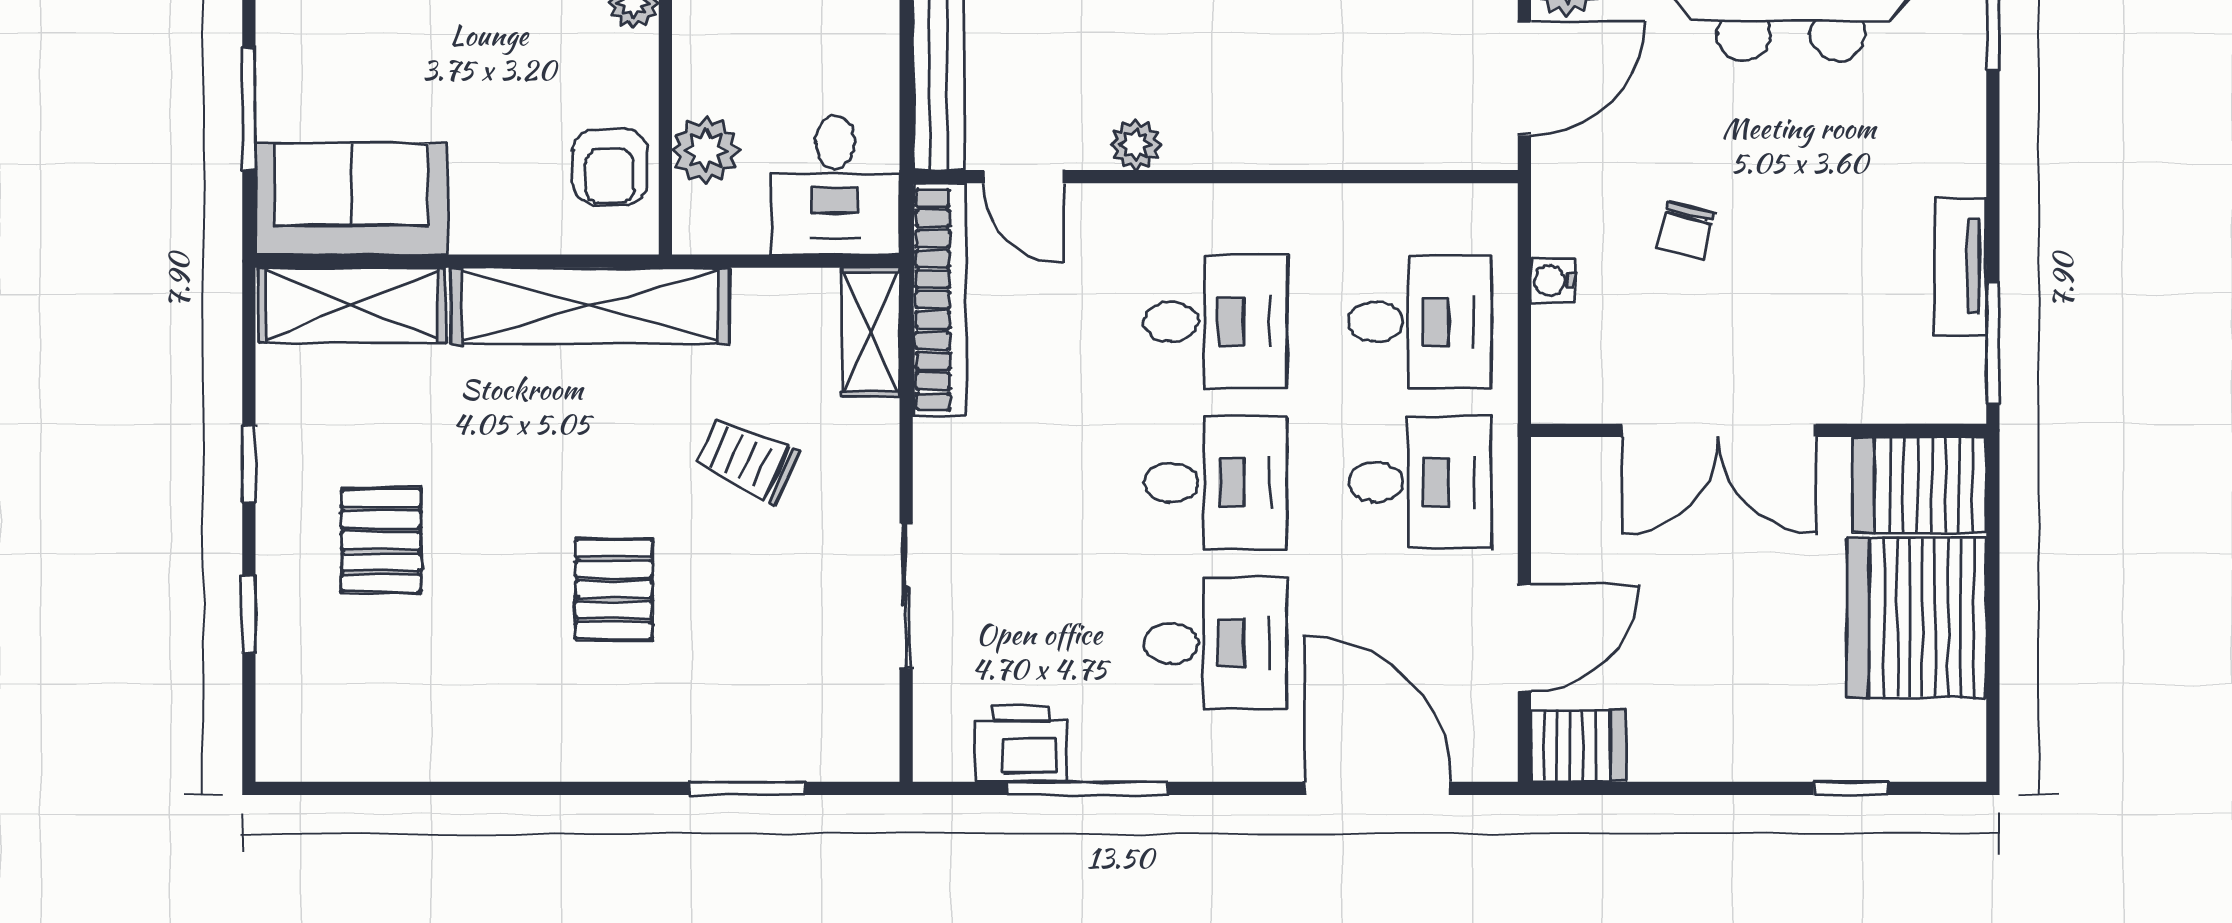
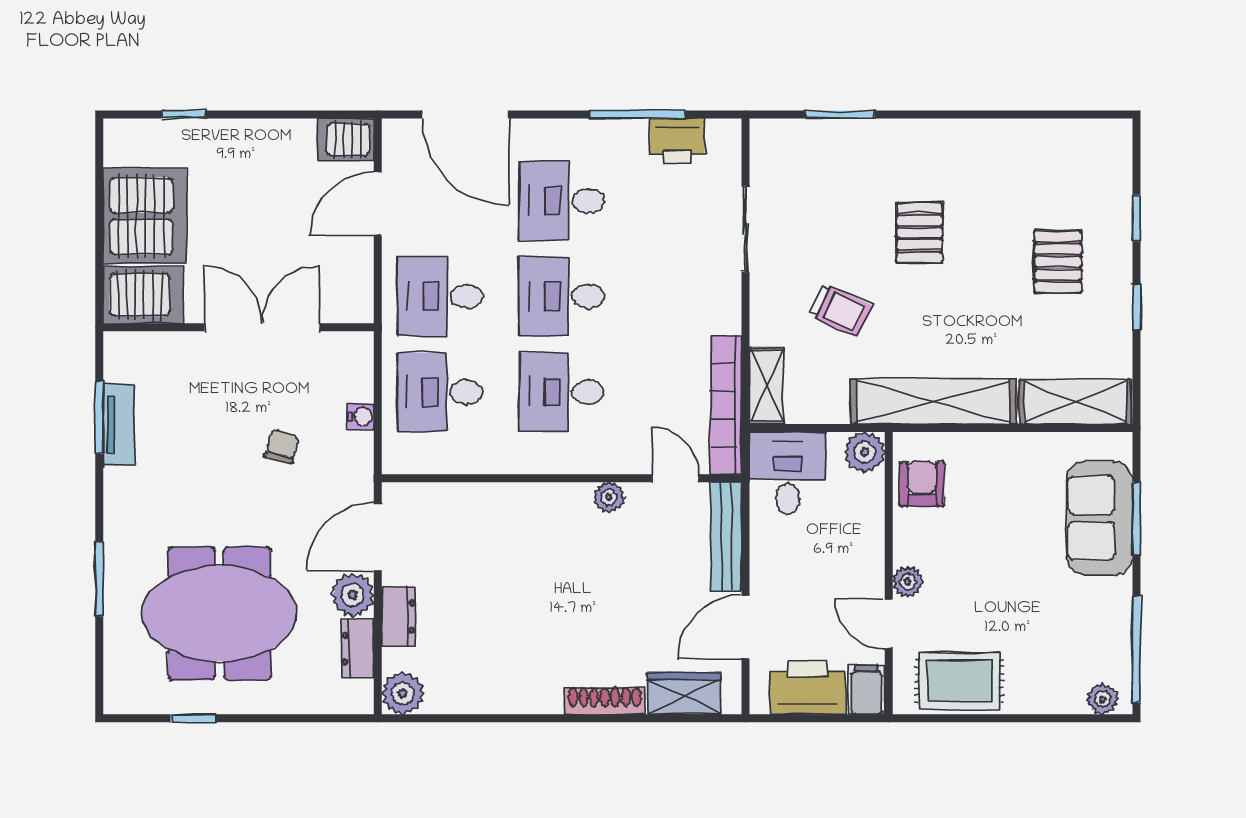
plant: (706, 150) -> (865, 452), moved
sofa: (351, 199) -> (1100, 518), moved, turned 90
window: (1993, 343) -> (99, 417), moved

